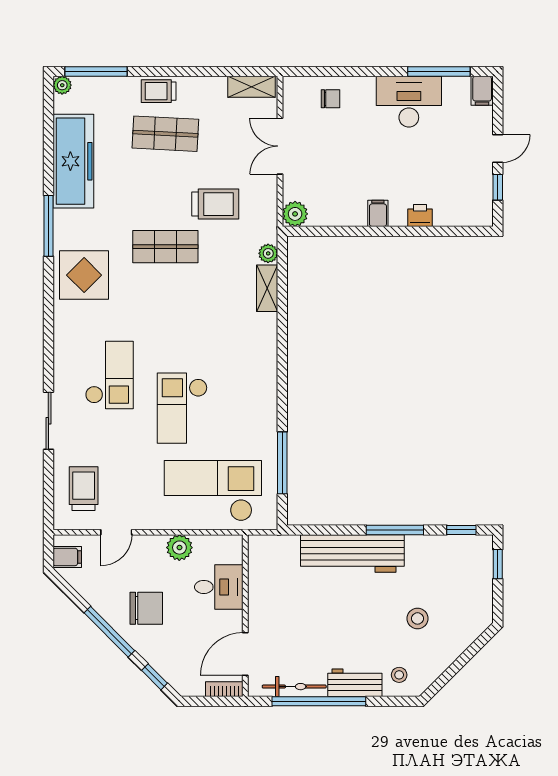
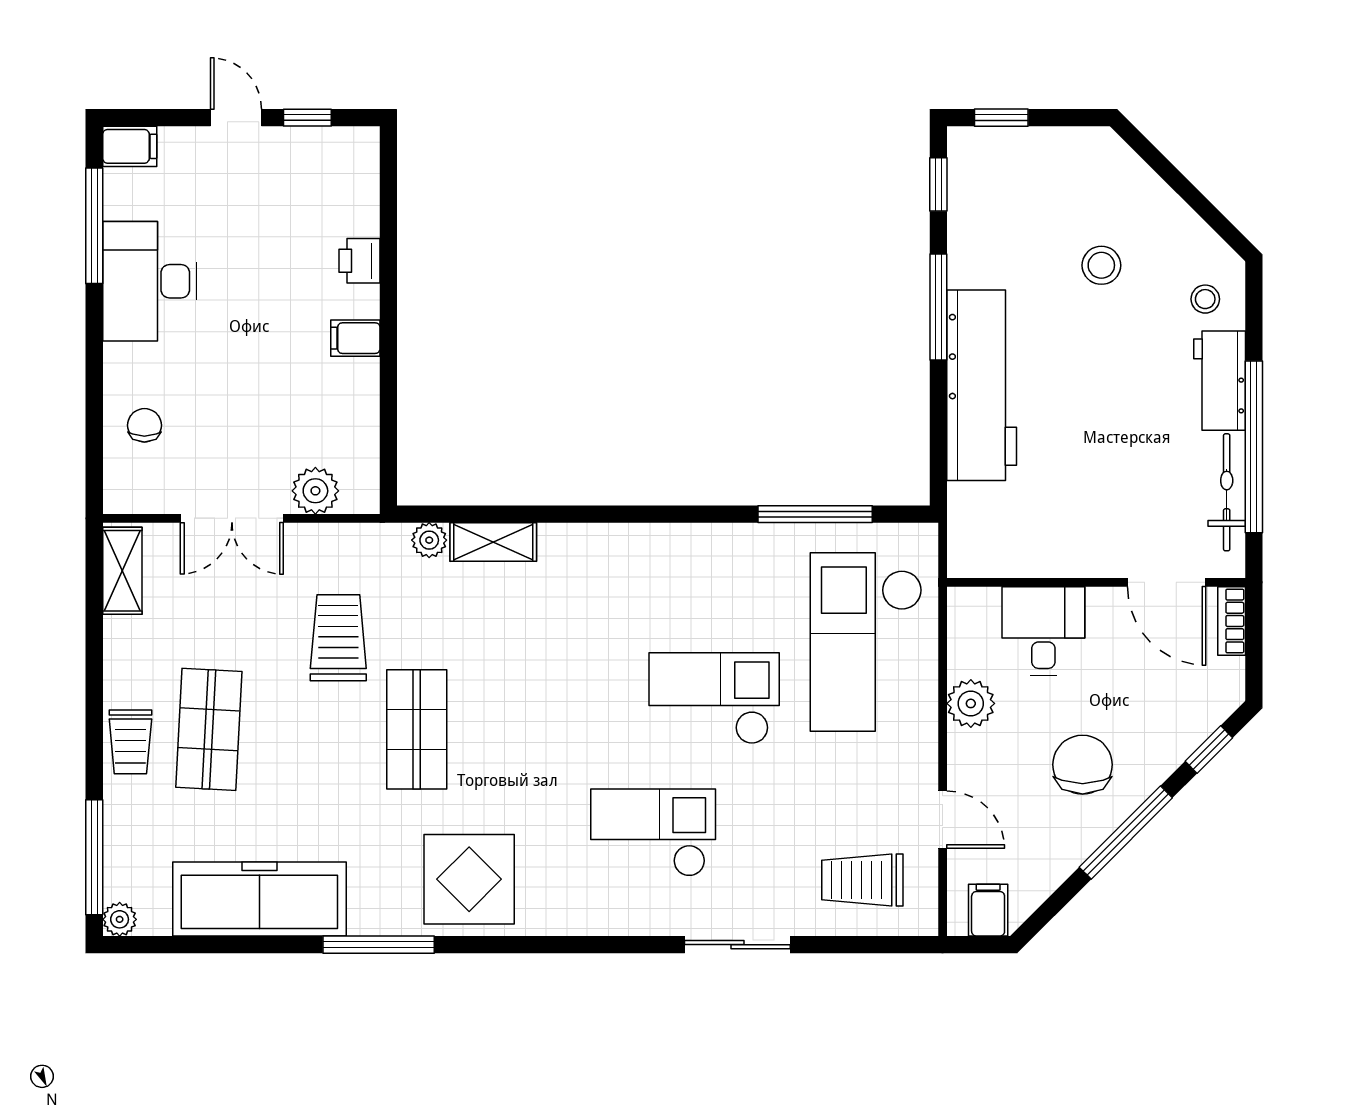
plant: (295, 214) -> (315, 491), moved
checkout: (182, 408) -> (714, 698), turned 180

